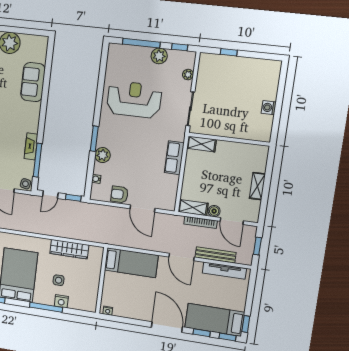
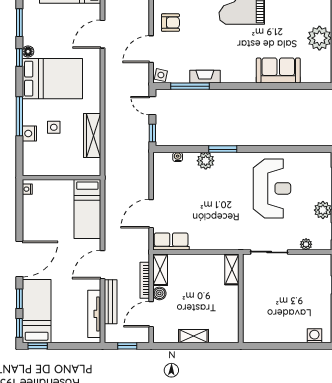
washing machine: (269, 108) -> (314, 336), moved
row of seats: (174, 158) -> (171, 242), moved
armchair: (119, 194) -> (163, 186), removed

